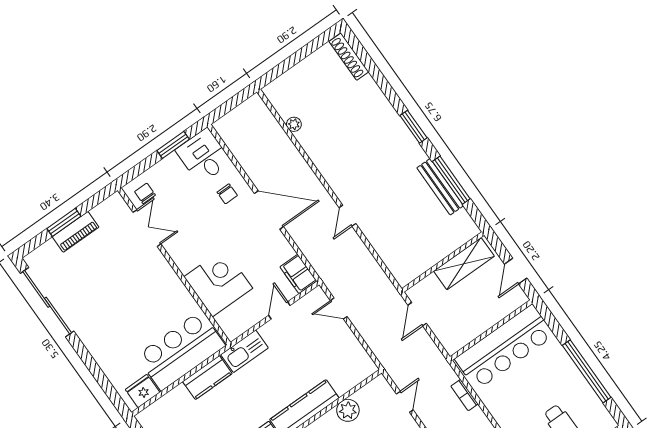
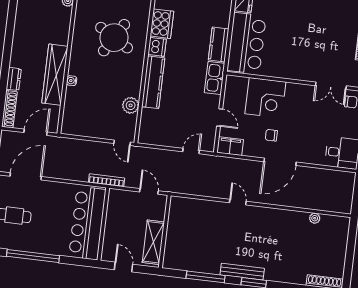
bench: (440, 187) -> (242, 272), moved
chair: (227, 194) -> (271, 135), moved
bookcase: (465, 395) -> (107, 180), moved, width x1.56
door: (405, 402) -> (122, 143), moved

